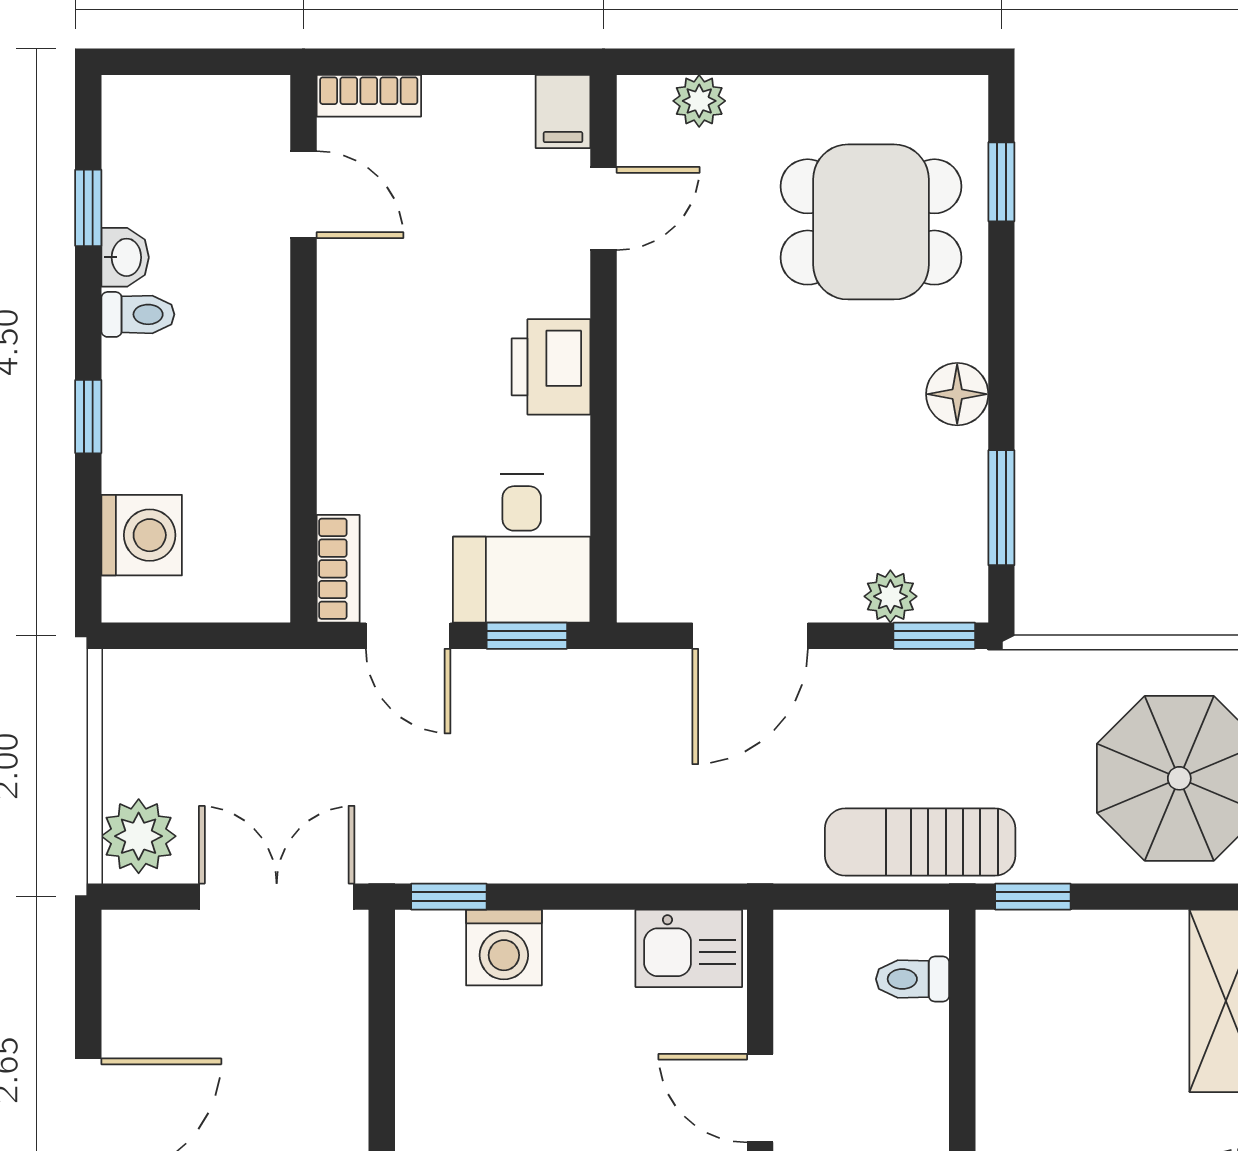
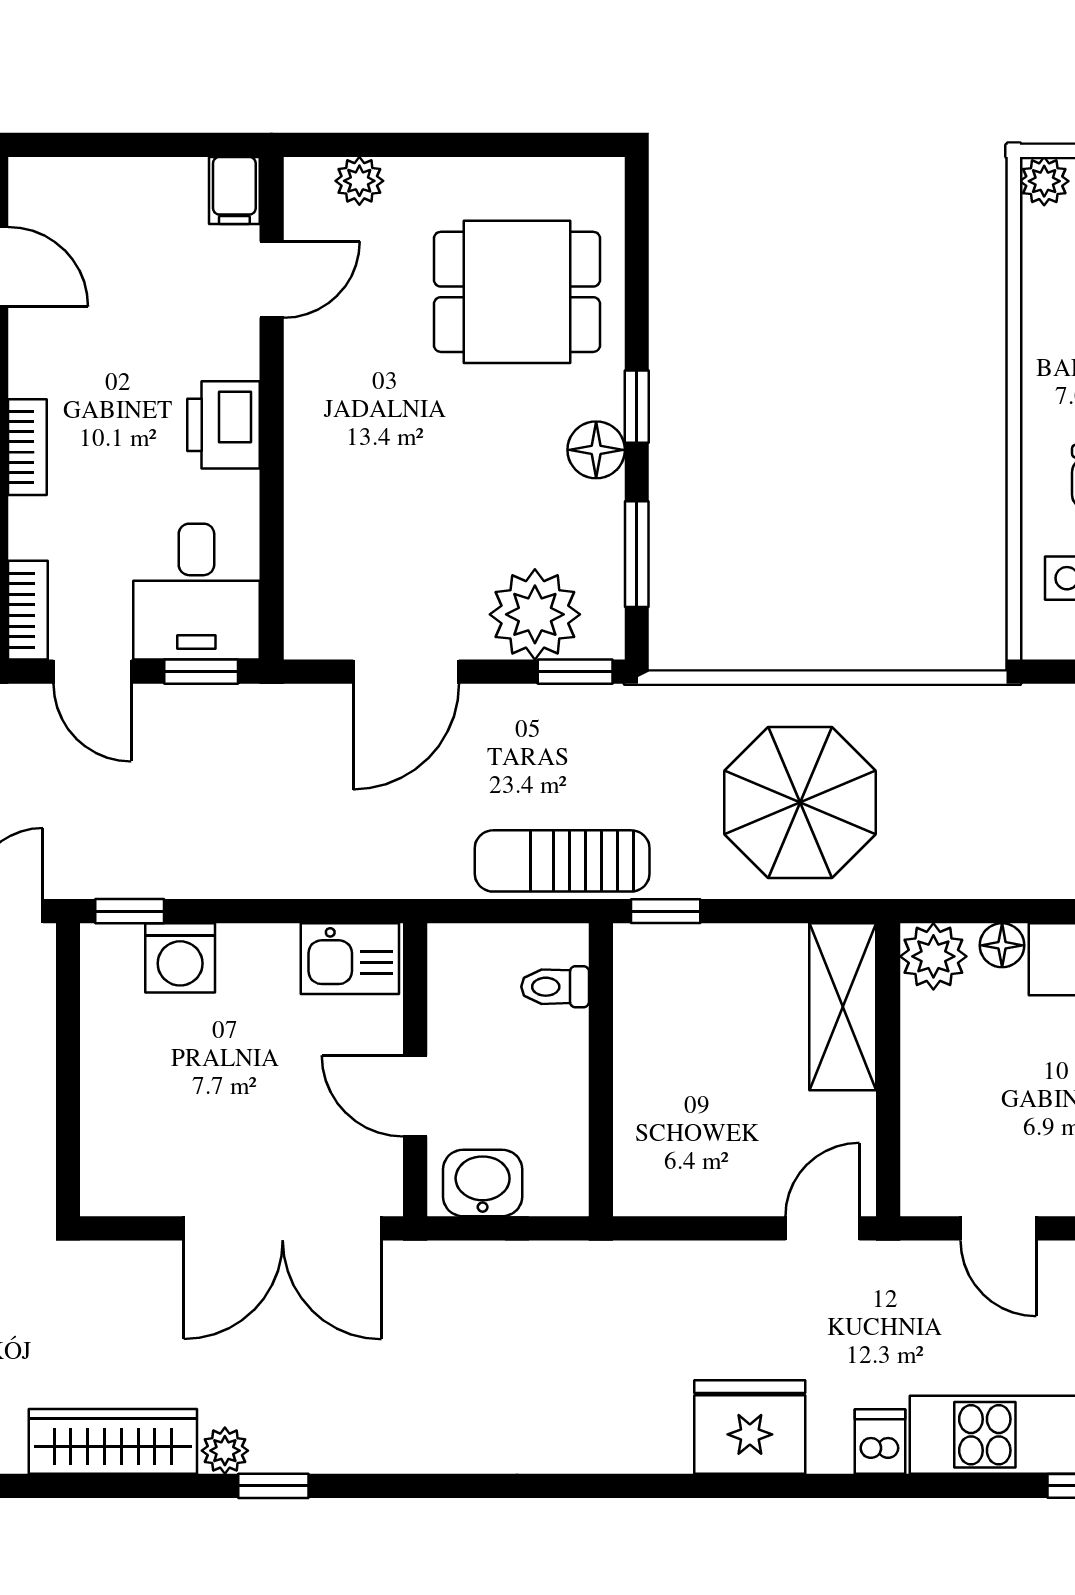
bookcase: (369, 96) -> (27, 447), moved, turned -90
window: (1001, 182) -> (637, 407), moved
plant: (890, 596) -> (535, 614), width x1.88, depth x1.88

